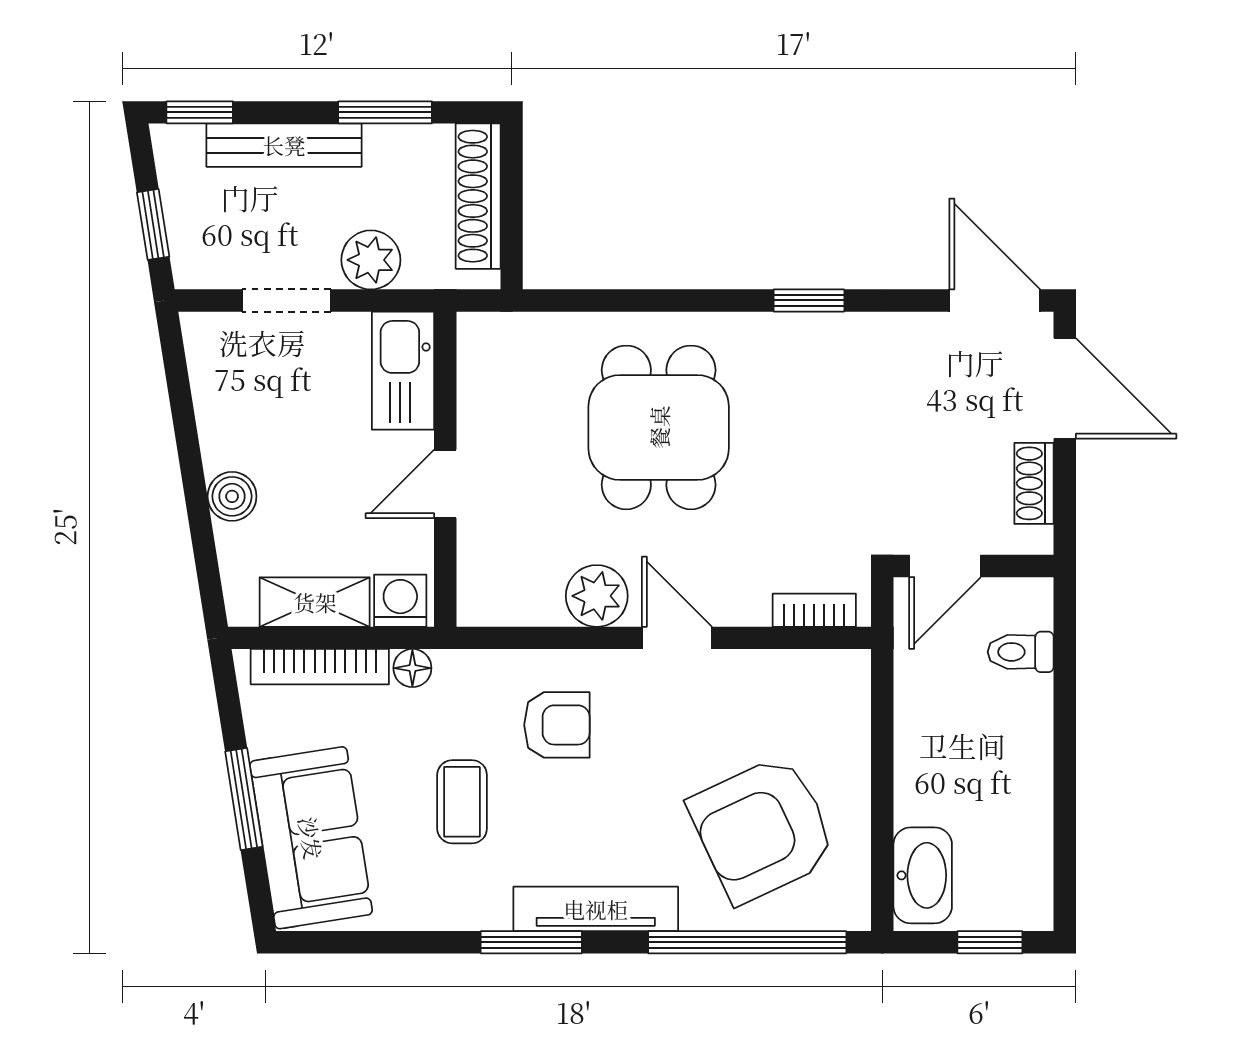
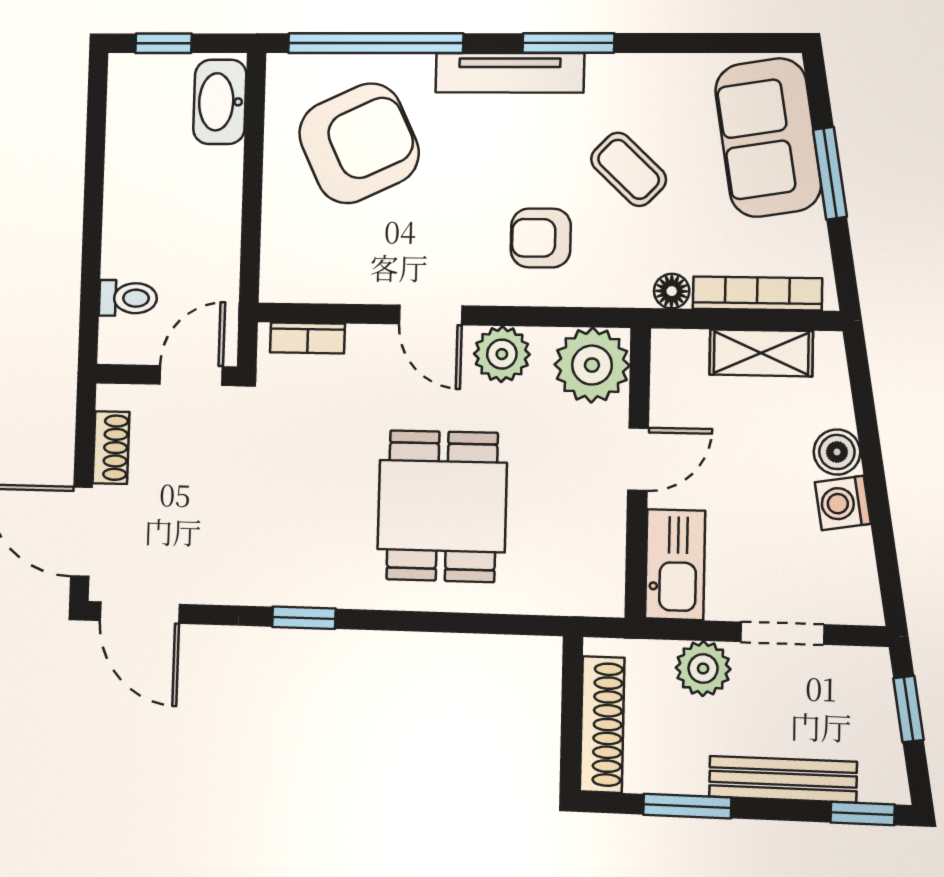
plant: (498, 586) -> (592, 365), added
washing machine: (400, 601) -> (843, 503), moved, turned 81
coffee table: (462, 802) -> (629, 169), turned -46

